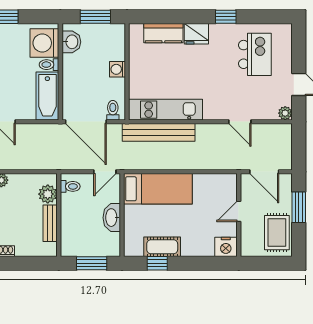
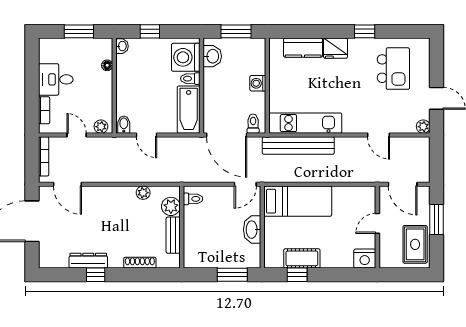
toilet: (70, 186) -> (193, 199), moved
plant: (48, 194) -> (171, 206), moved
wall: (59, 215) -> (182, 227), moved
bench: (50, 223) -> (173, 235), moved

